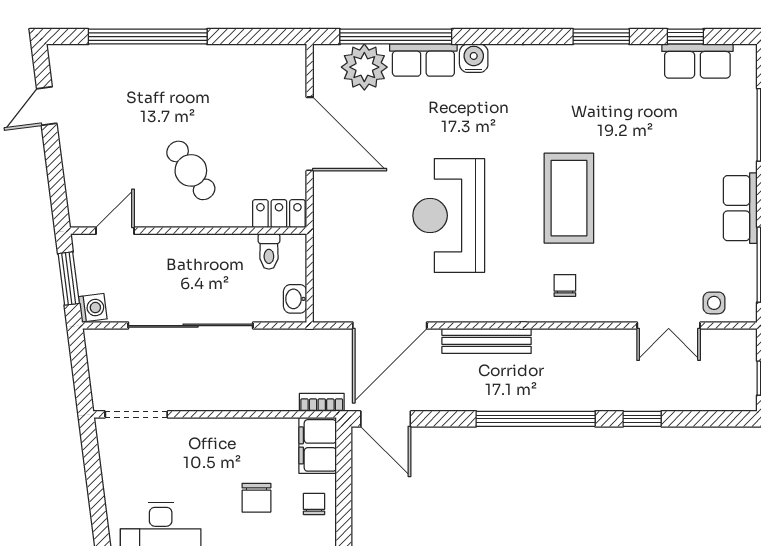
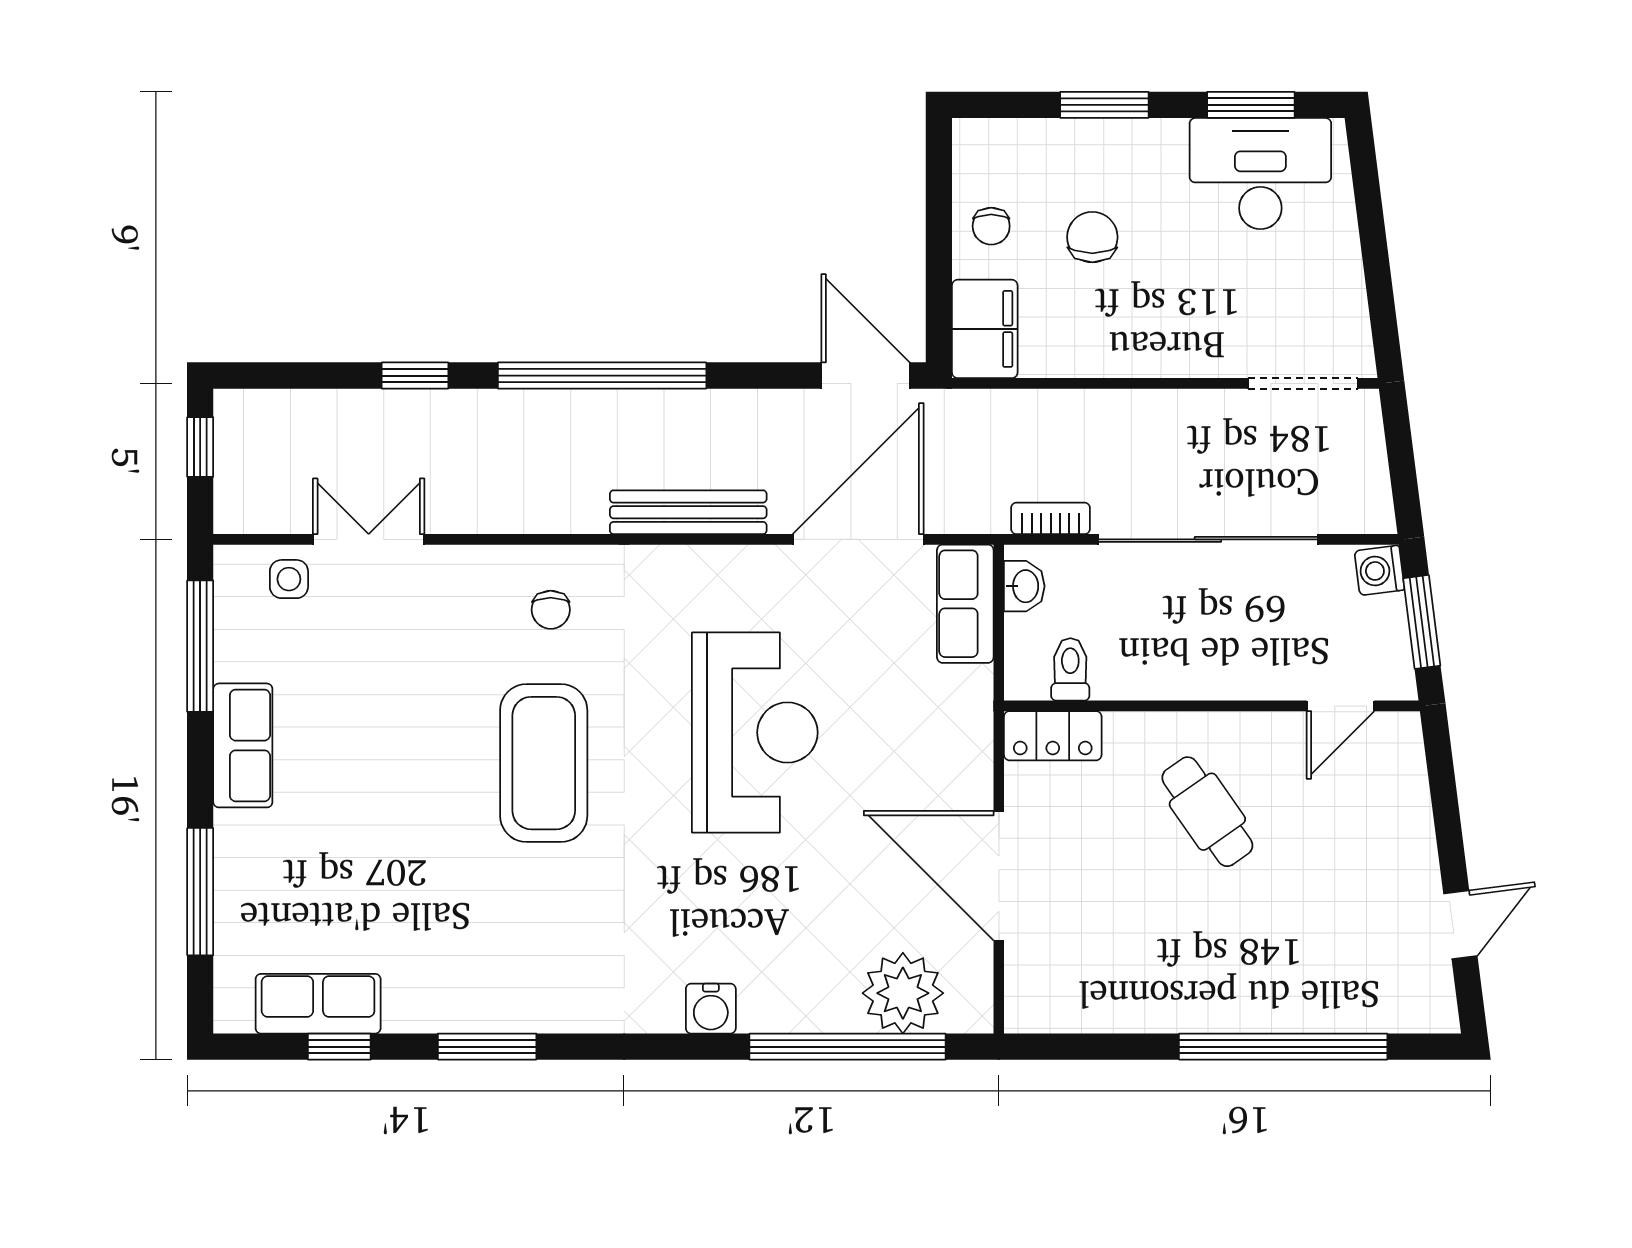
row of seats: (423, 60) -> (965, 604), moved, turned -90
bookcase: (322, 402) -> (1051, 518), moved, turned 180

